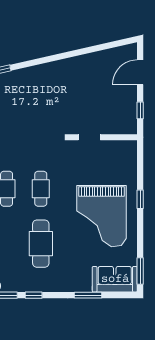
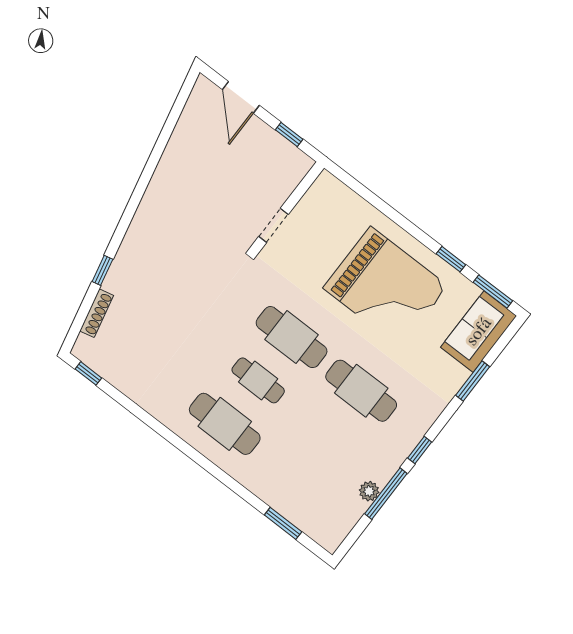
cafe table: (41, 189) -> (292, 337), width x1.37, depth x1.35
window: (140, 199) -> (451, 259), moved

